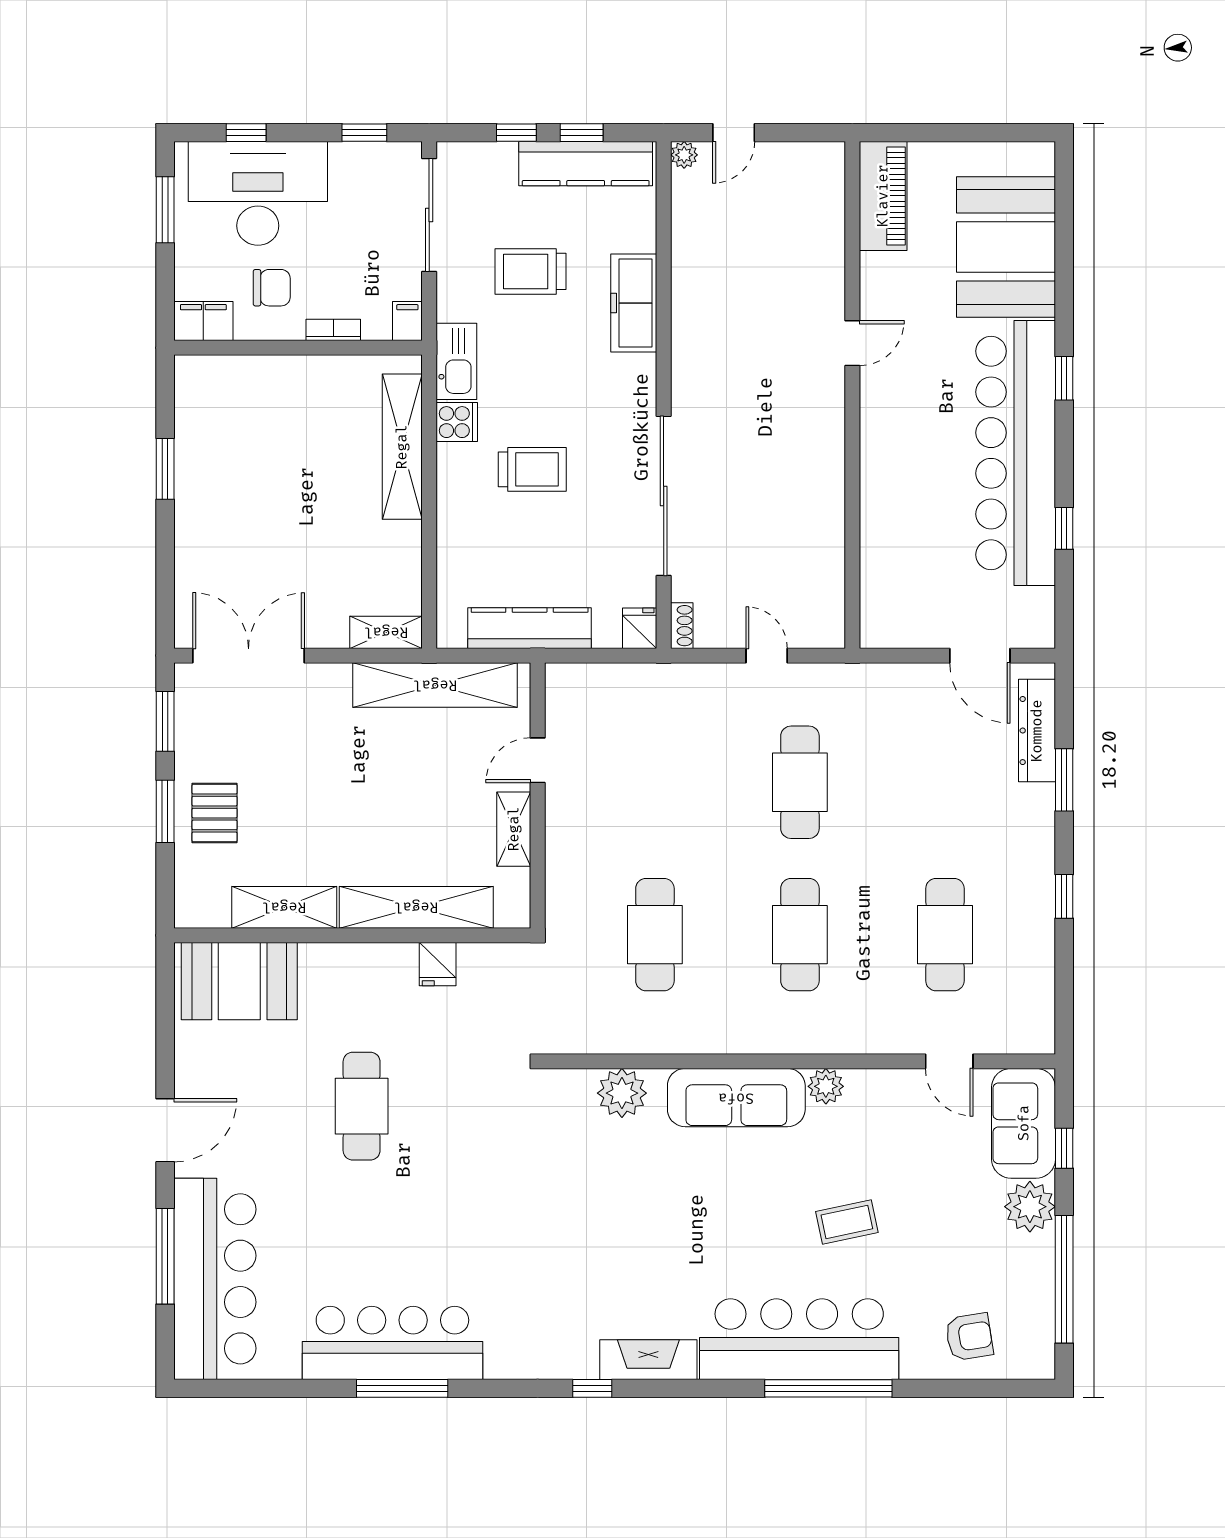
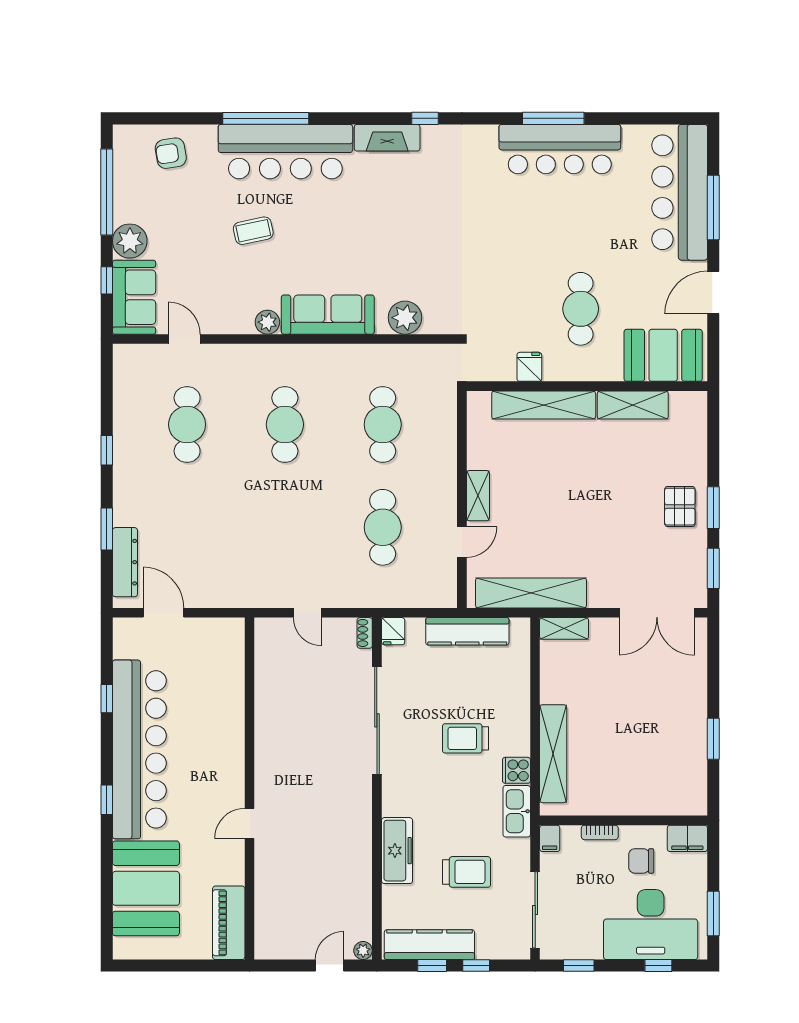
cafe table: (800, 782) -> (383, 527), moved
shelving: (284, 907) -> (633, 405), moved
shelving: (416, 907) -> (544, 405), moved
wall: (352, 935) -> (587, 386), moved
fridge: (438, 964) -> (529, 367), moved
booth: (239, 981) -> (663, 355), moved

